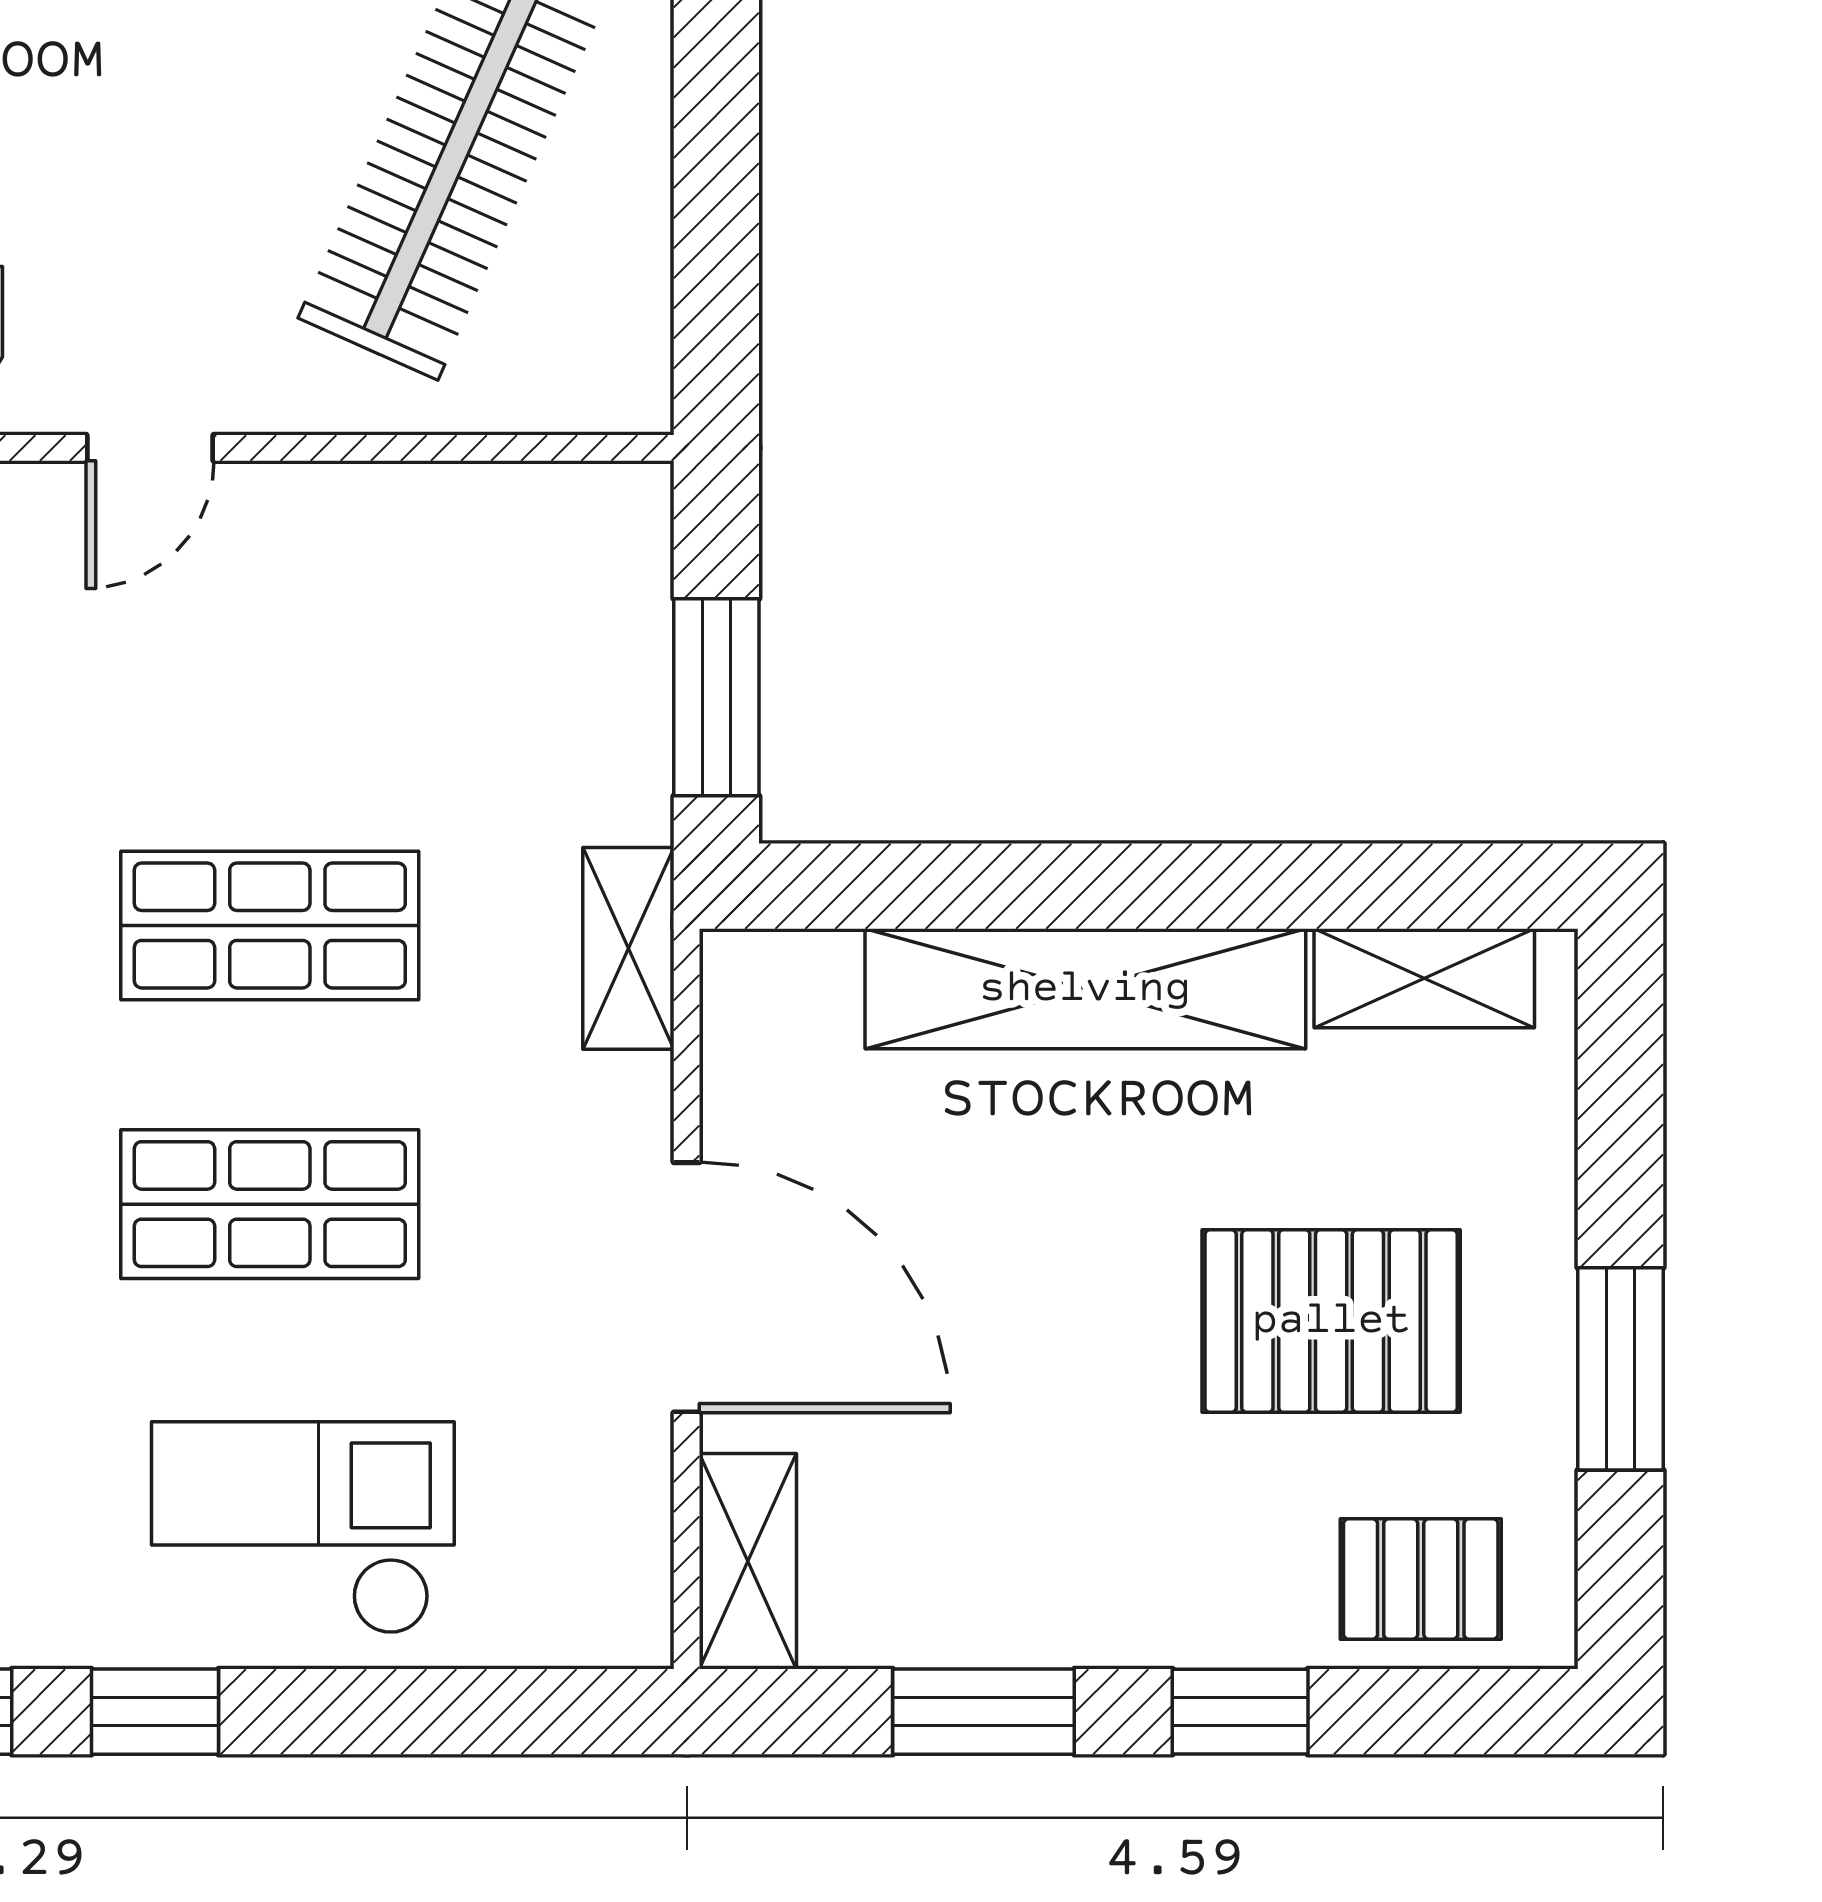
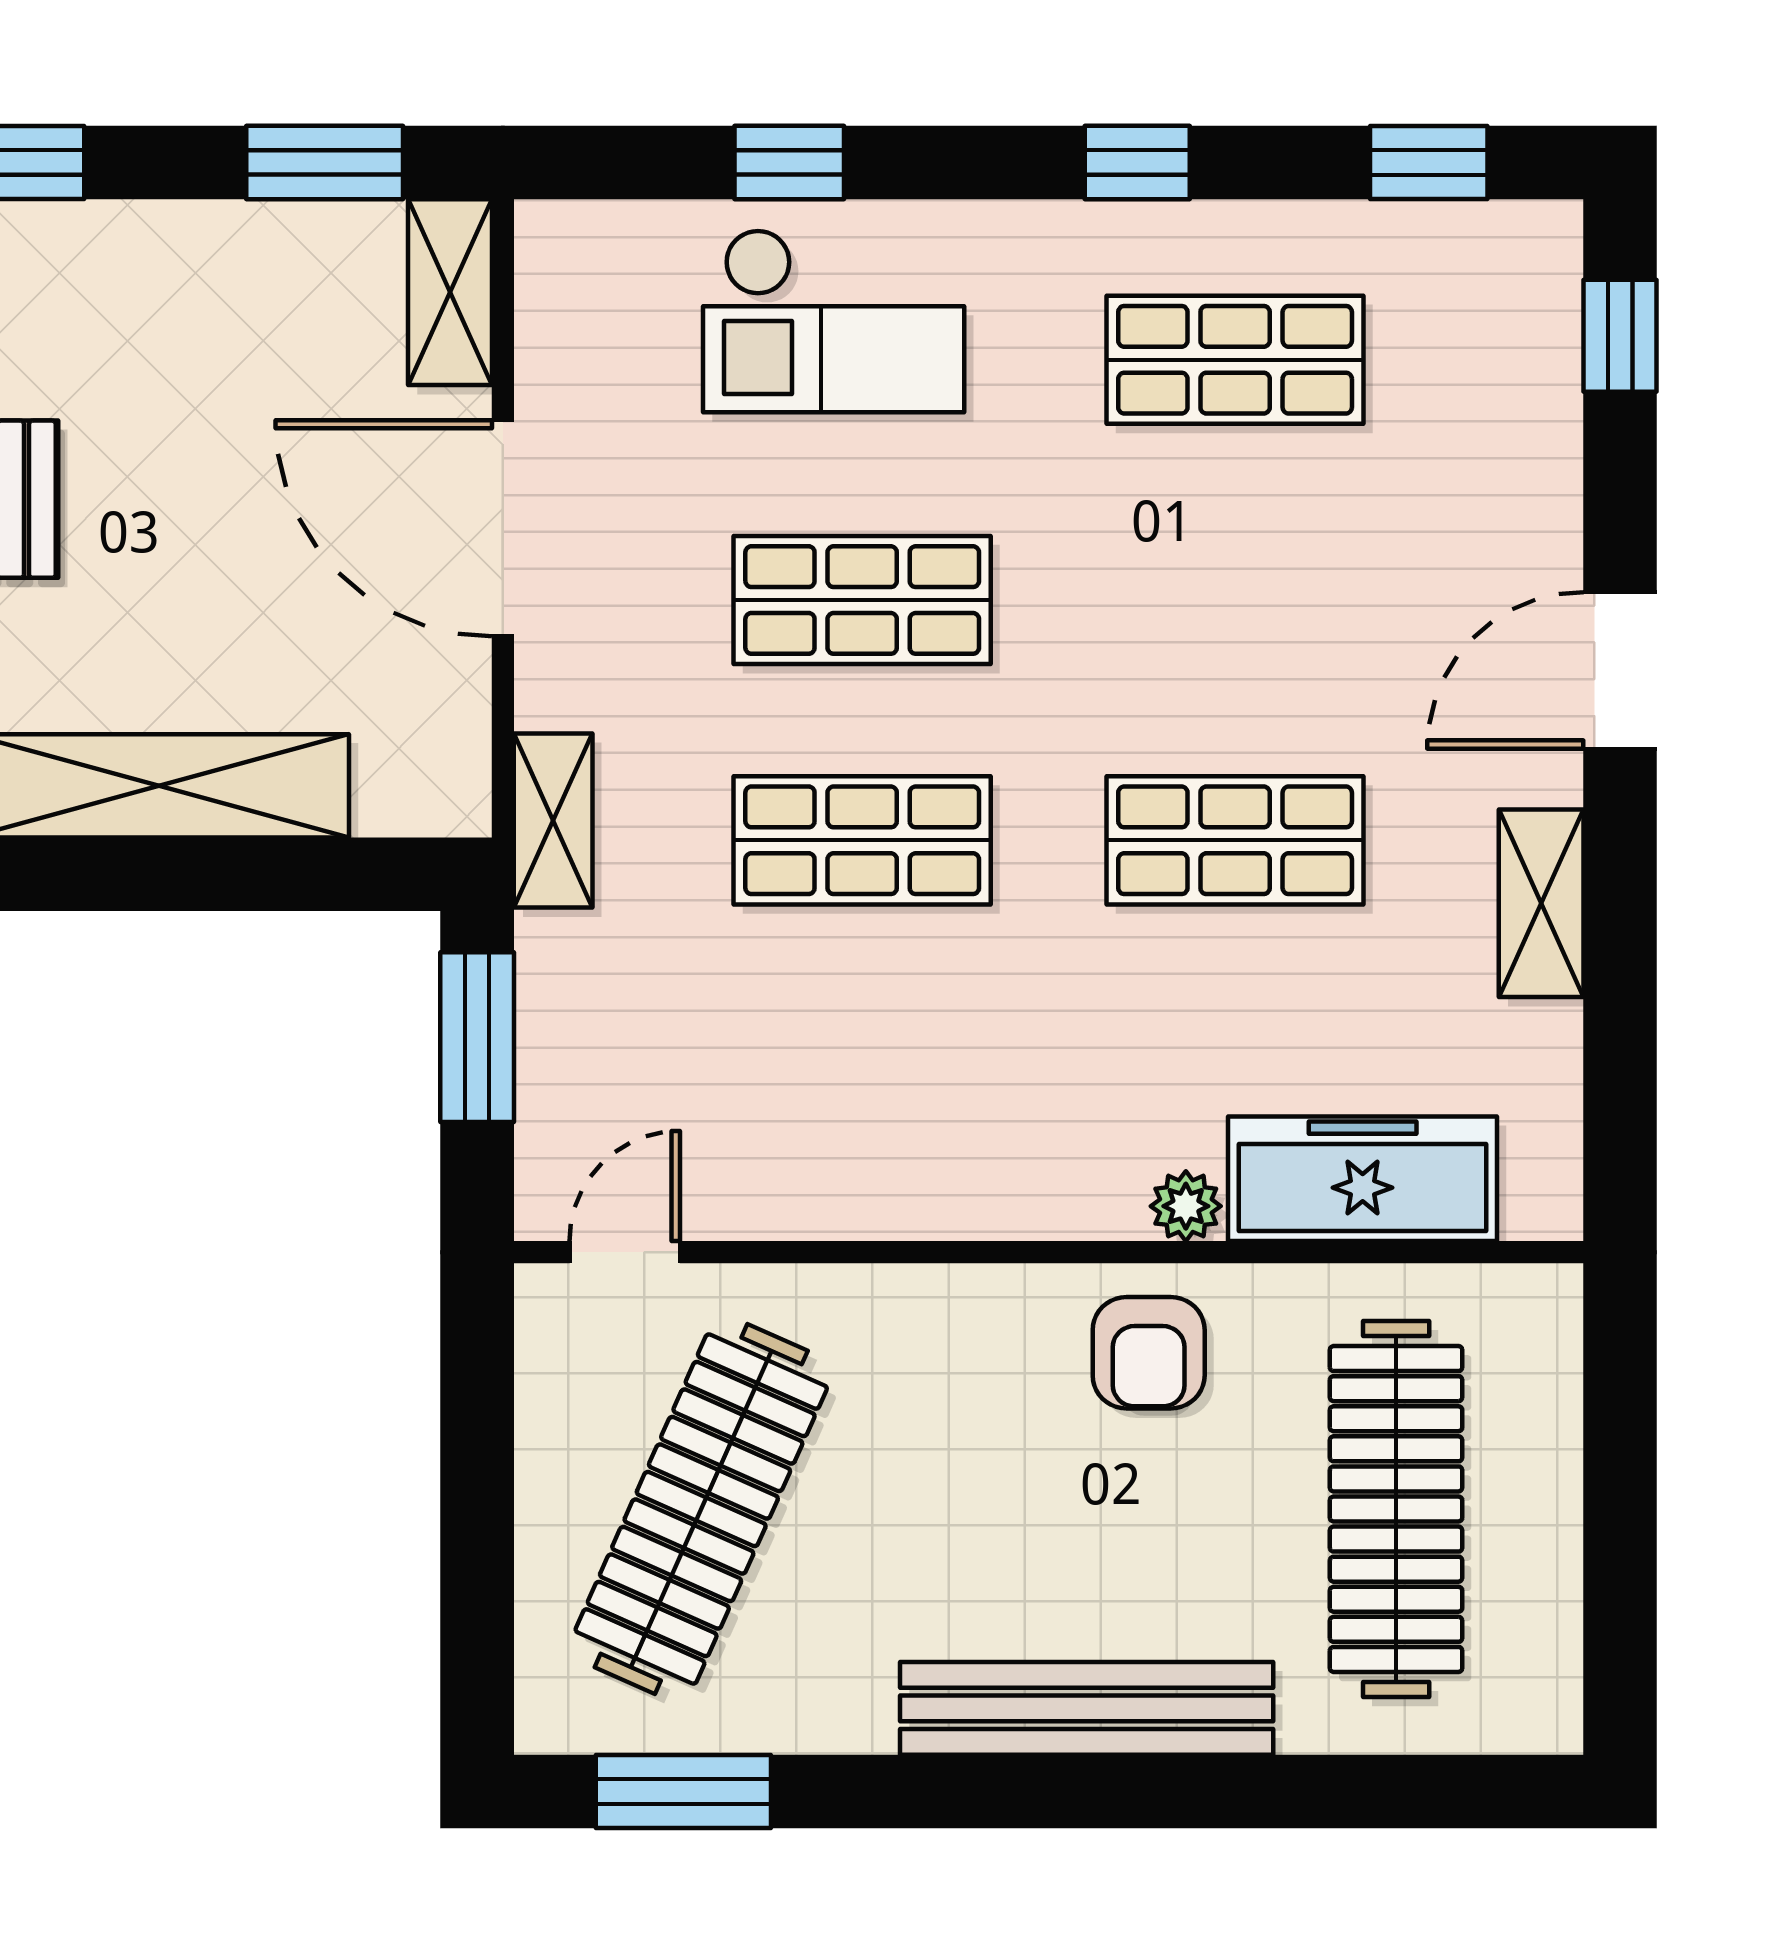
door: (150, 448) -> (625, 1252), moved
window: (155, 1712) -> (789, 162), moved
window: (984, 1712) -> (325, 162), moved

